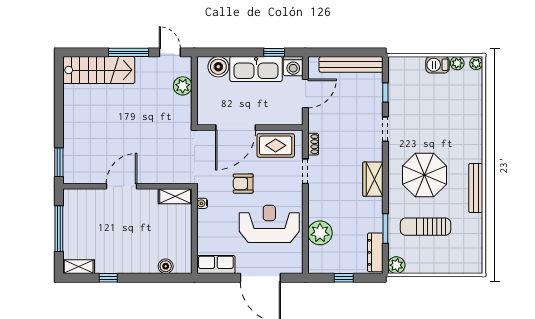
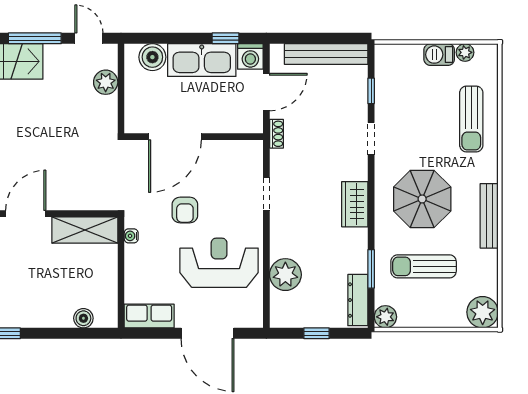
plant: (476, 63) -> (483, 312), moved, width x1.88, depth x1.88
sun lounger: (462, 114) -> (471, 119), added
shoe rack: (313, 144) -> (276, 134), moved
rug: (276, 145) -> (227, 160), removed
armchair: (243, 184) -> (185, 210), turned -90
shelving: (175, 196) -> (85, 230), width x1.50, depth x1.33

